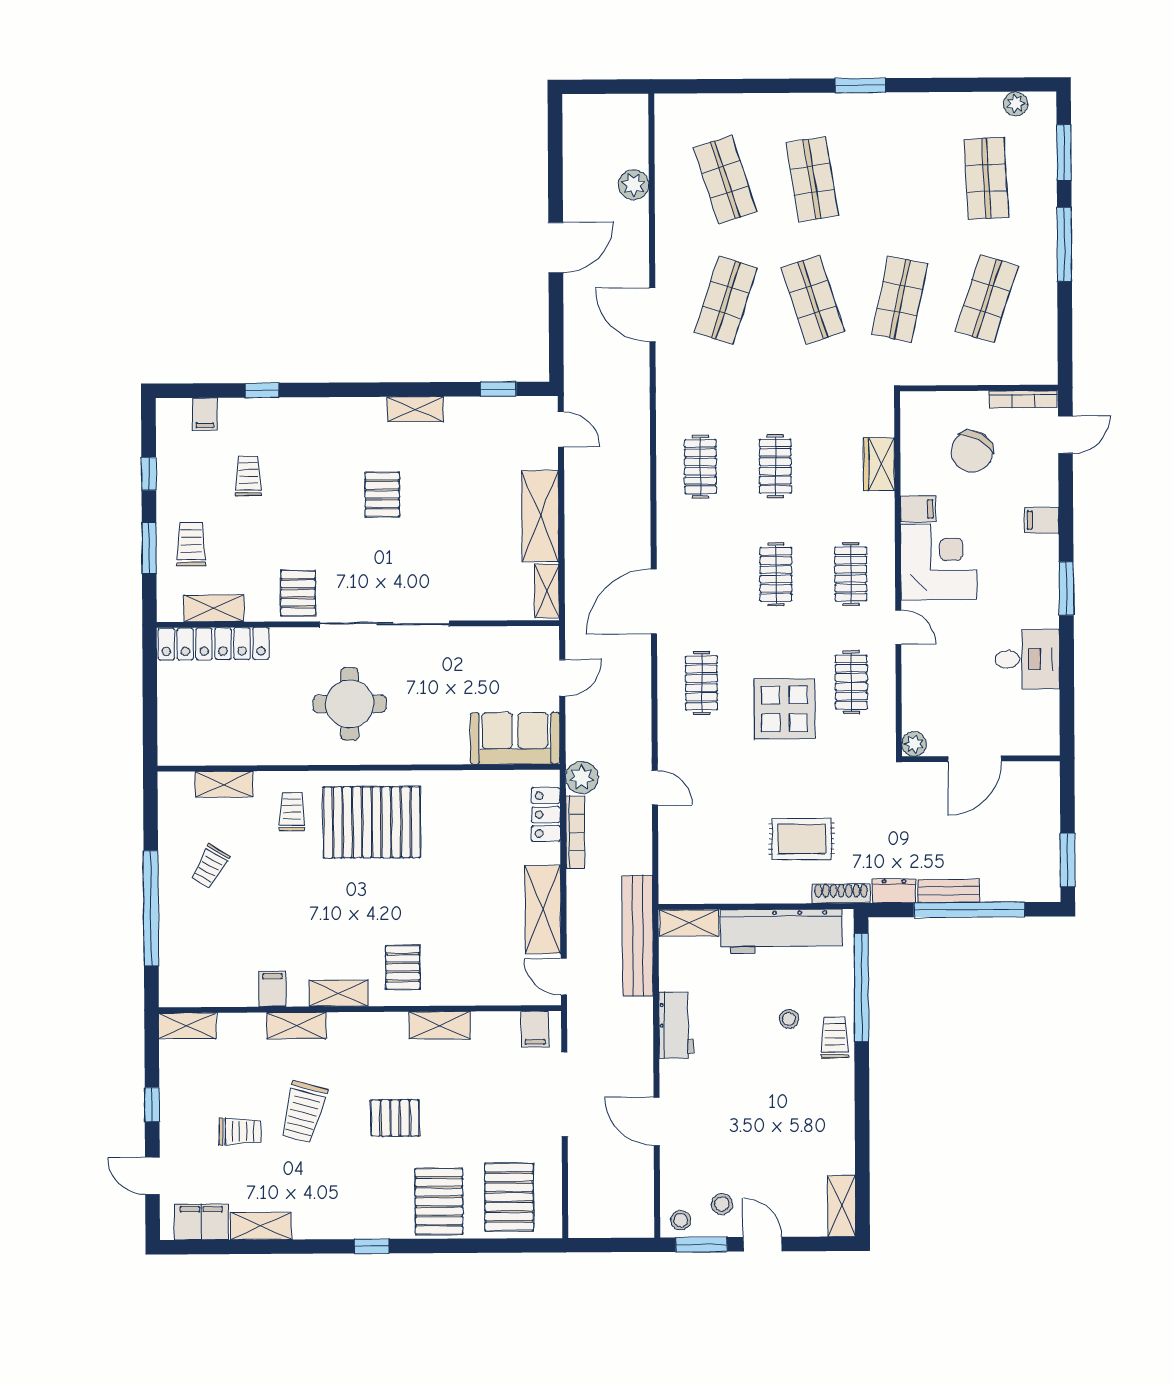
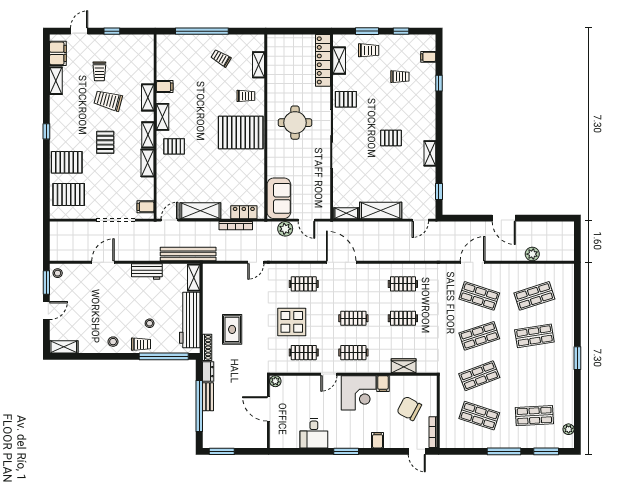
shop shelf: (900, 299) -> (479, 376), turned -33
plant: (582, 778) -> (285, 229), moved
pallet: (372, 822) -> (241, 132), turned 90
shelving: (187, 1026) -> (148, 135), moved
stool: (722, 1204) -> (113, 342), moved

